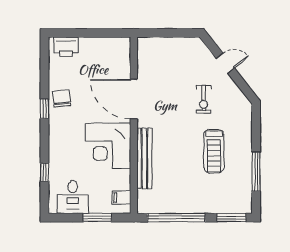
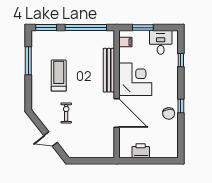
printer: (66, 47) -> (141, 151), moved

